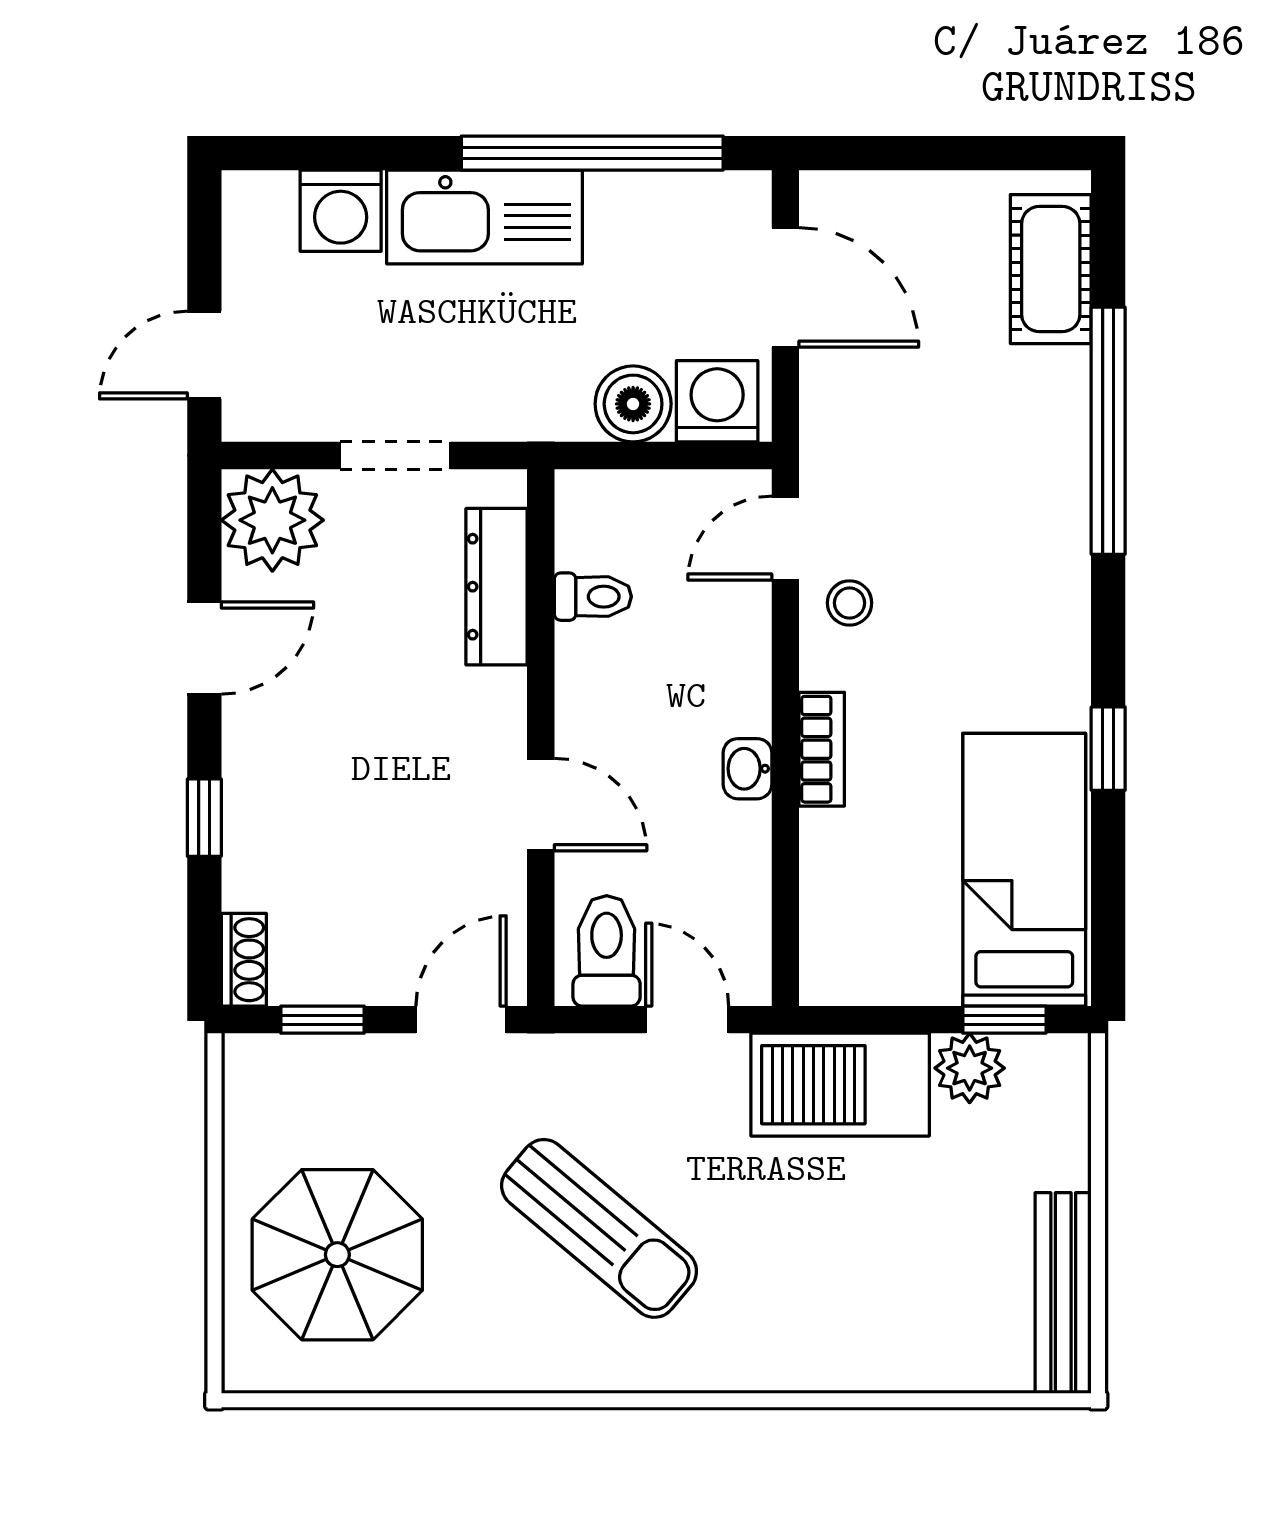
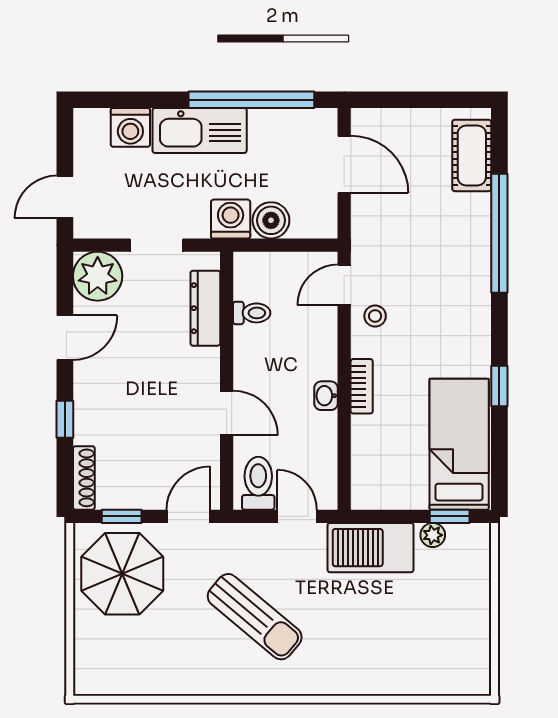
washing machine: (717, 401) -> (231, 219), moved
shoe rack: (244, 960) -> (84, 478), width x1.43
plant: (970, 1068) -> (433, 535), width x0.73, depth x0.73
parasol: (337, 1255) -> (122, 574), moved
bench: (1063, 1293) -> (478, 648), removed

